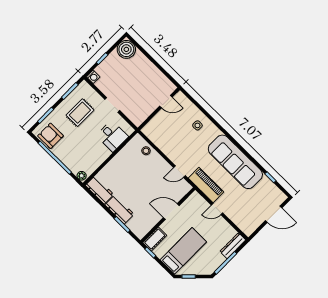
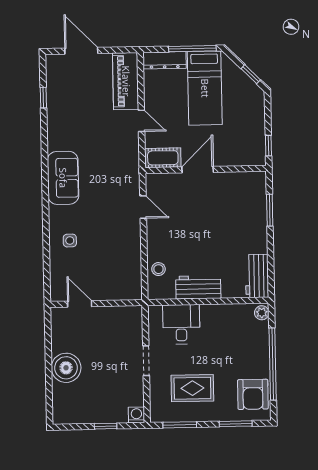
boiler: (126, 49) -> (66, 368), moved
sofa: (235, 162) -> (63, 178), width x0.54, depth x0.79
piano: (206, 185) -> (126, 81), moved
workbench: (119, 210) -> (198, 287), moved, turned 90
door: (171, 212) -> (198, 170), swing flipped
cot: (155, 239) -> (163, 158), moved
bed: (183, 251) -> (205, 88), moved, turned -90

